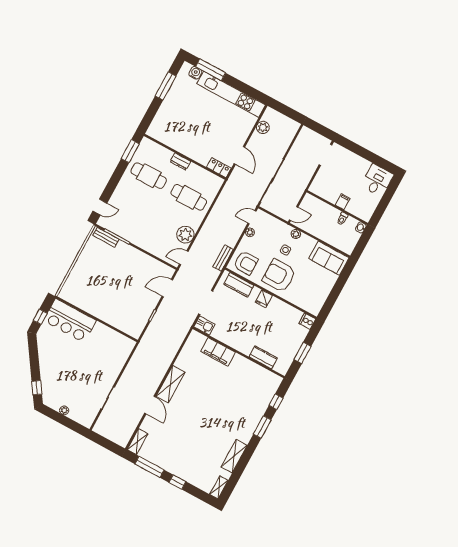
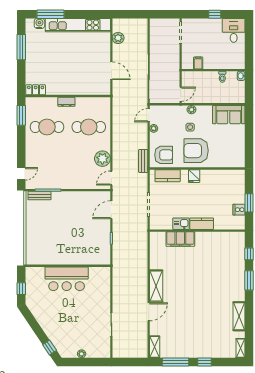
window: (368, 155) -> (215, 14), added
locker: (219, 168) -> (36, 90), moved
filing cabinet: (343, 202) -> (198, 63), moved
bar counter: (70, 321) -> (67, 279), moved
cooker: (307, 321) -> (239, 210), moved
kitchen sink: (204, 325) -> (181, 224), moved
kitchen counter: (263, 357) -> (202, 224), moved
door: (150, 405) -> (149, 312), hinge flipped

